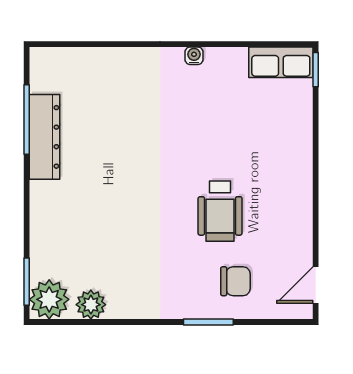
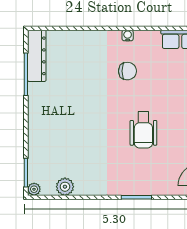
dresser: (45, 137) -> (37, 56), moved
chair: (235, 281) -> (127, 71), moved
plant: (49, 299) -> (34, 189), width x0.53, depth x0.53

